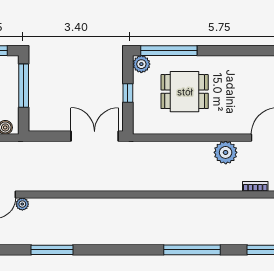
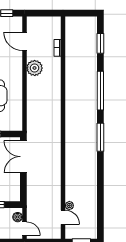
window: (52, 250) -> (100, 137), moved

